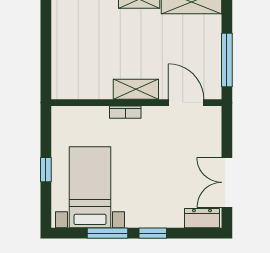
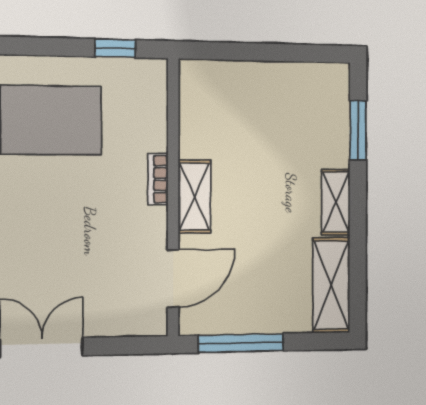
window: (46, 170) -> (115, 48), moved

